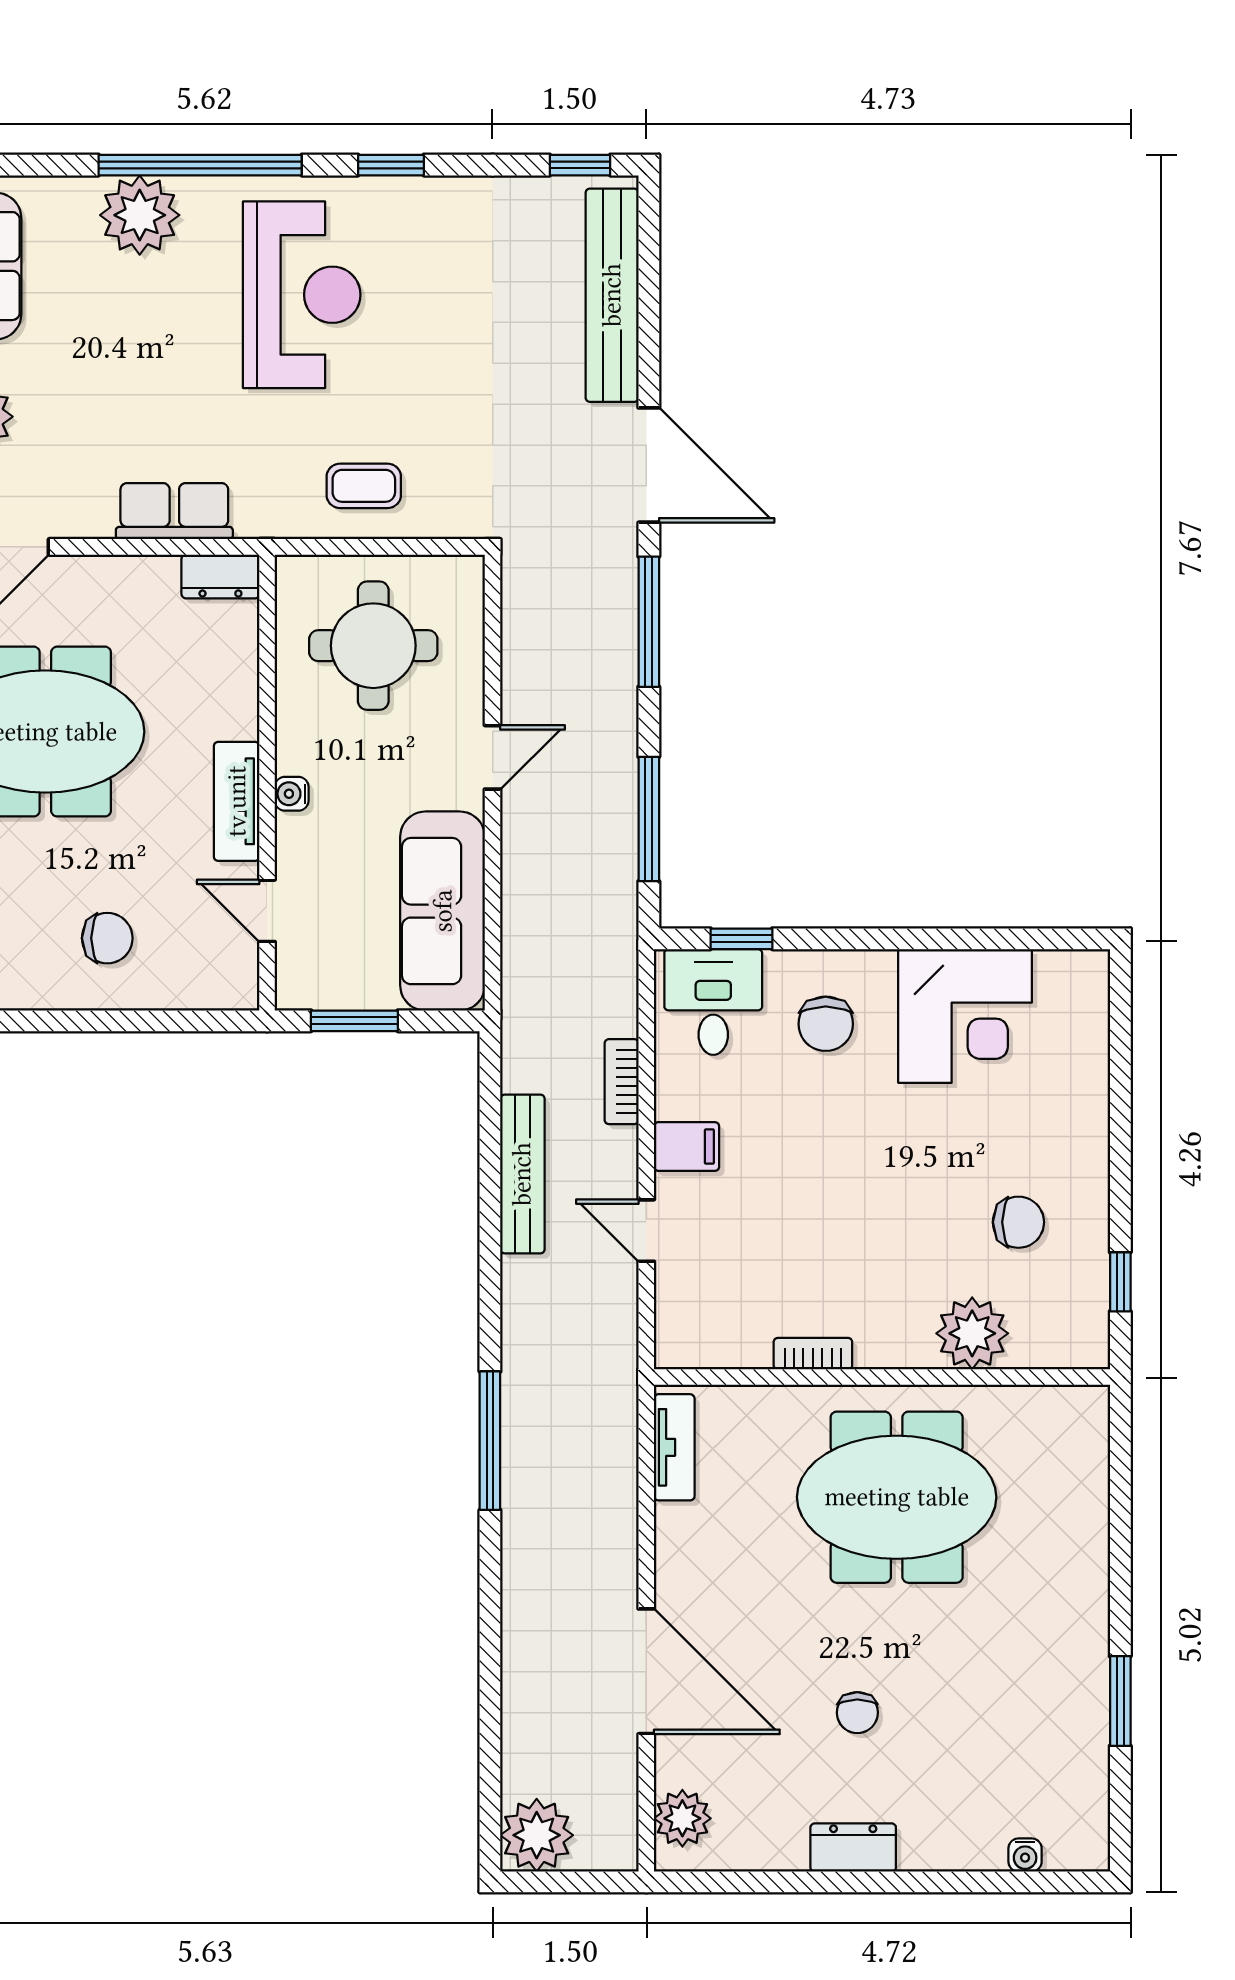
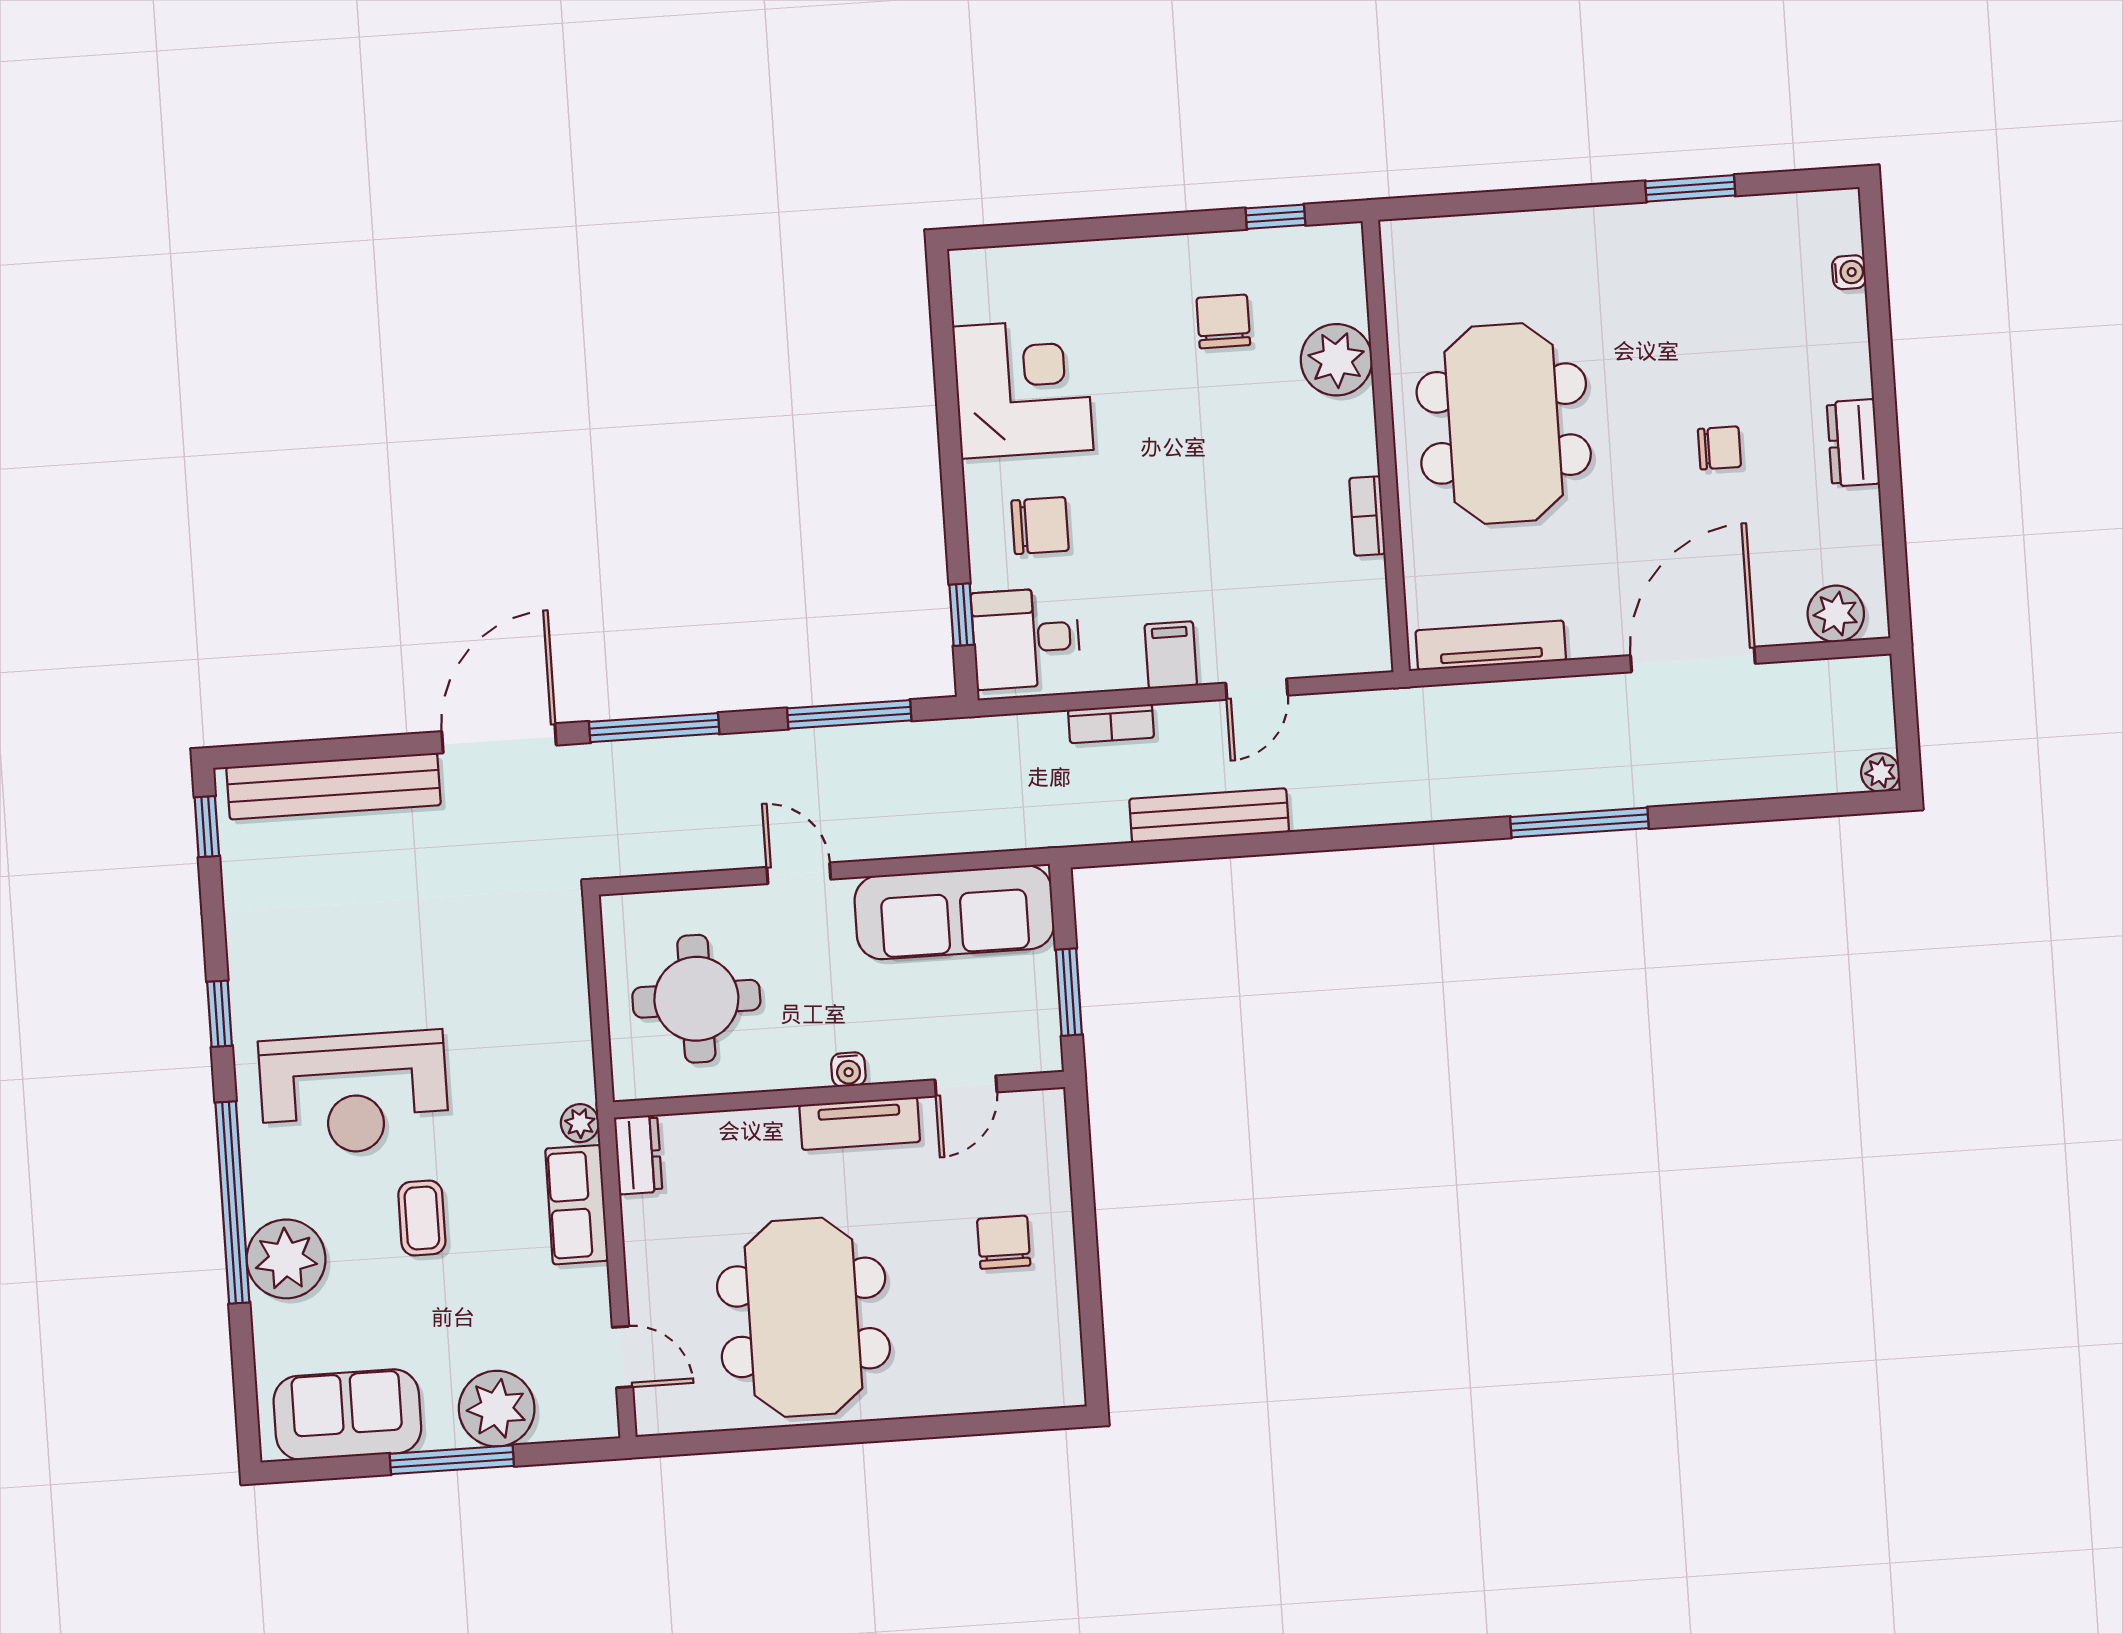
reception desk: (302, 295) -> (354, 1093), turned 180
coffee table: (364, 486) -> (422, 1218), moved
plant: (256, 520) -> (580, 1123), added
window: (490, 1441) -> (1579, 823), moved
tv unit: (674, 1447) -> (1491, 645), width x1.41
plant: (537, 1835) -> (1880, 773), width x0.53, depth x0.53

